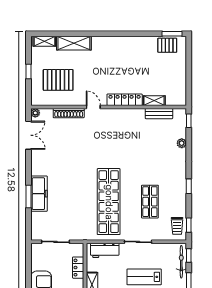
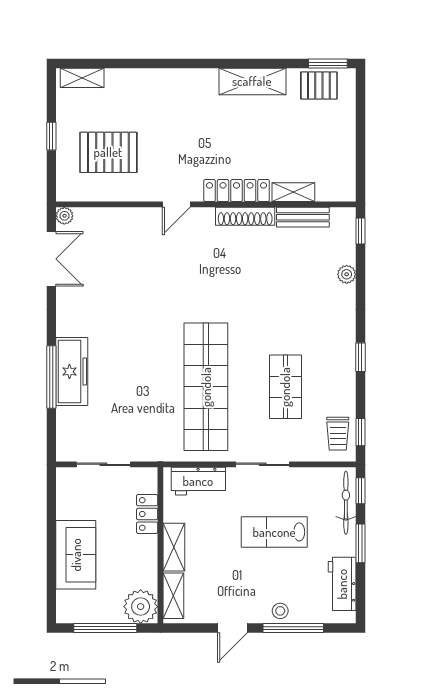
shelving: (74, 43) -> (252, 81), moved
door: (93, 107) -> (176, 204), swing flipped
shoe rack: (69, 113) -> (245, 216), moved
window: (28, 196) -> (51, 377), width x1.44

